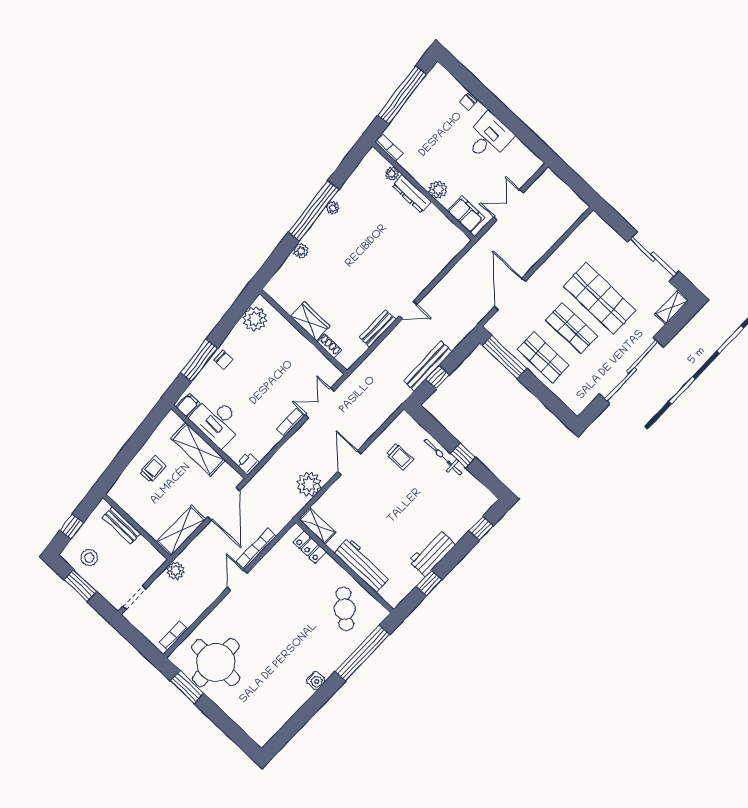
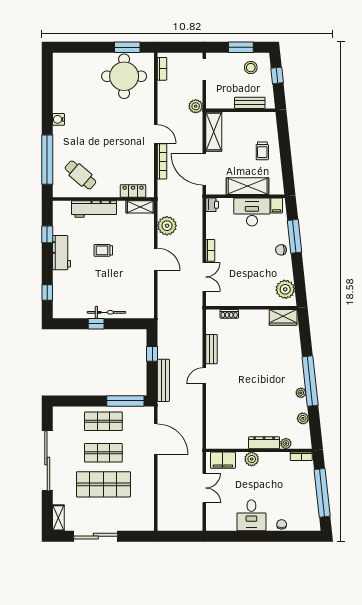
plant: (301, 251) -> (303, 418), moved
wardrobe: (310, 321) -> (283, 317), moved
bench: (428, 366) -> (163, 380), moved
trolley: (400, 457) -> (103, 250), moved

